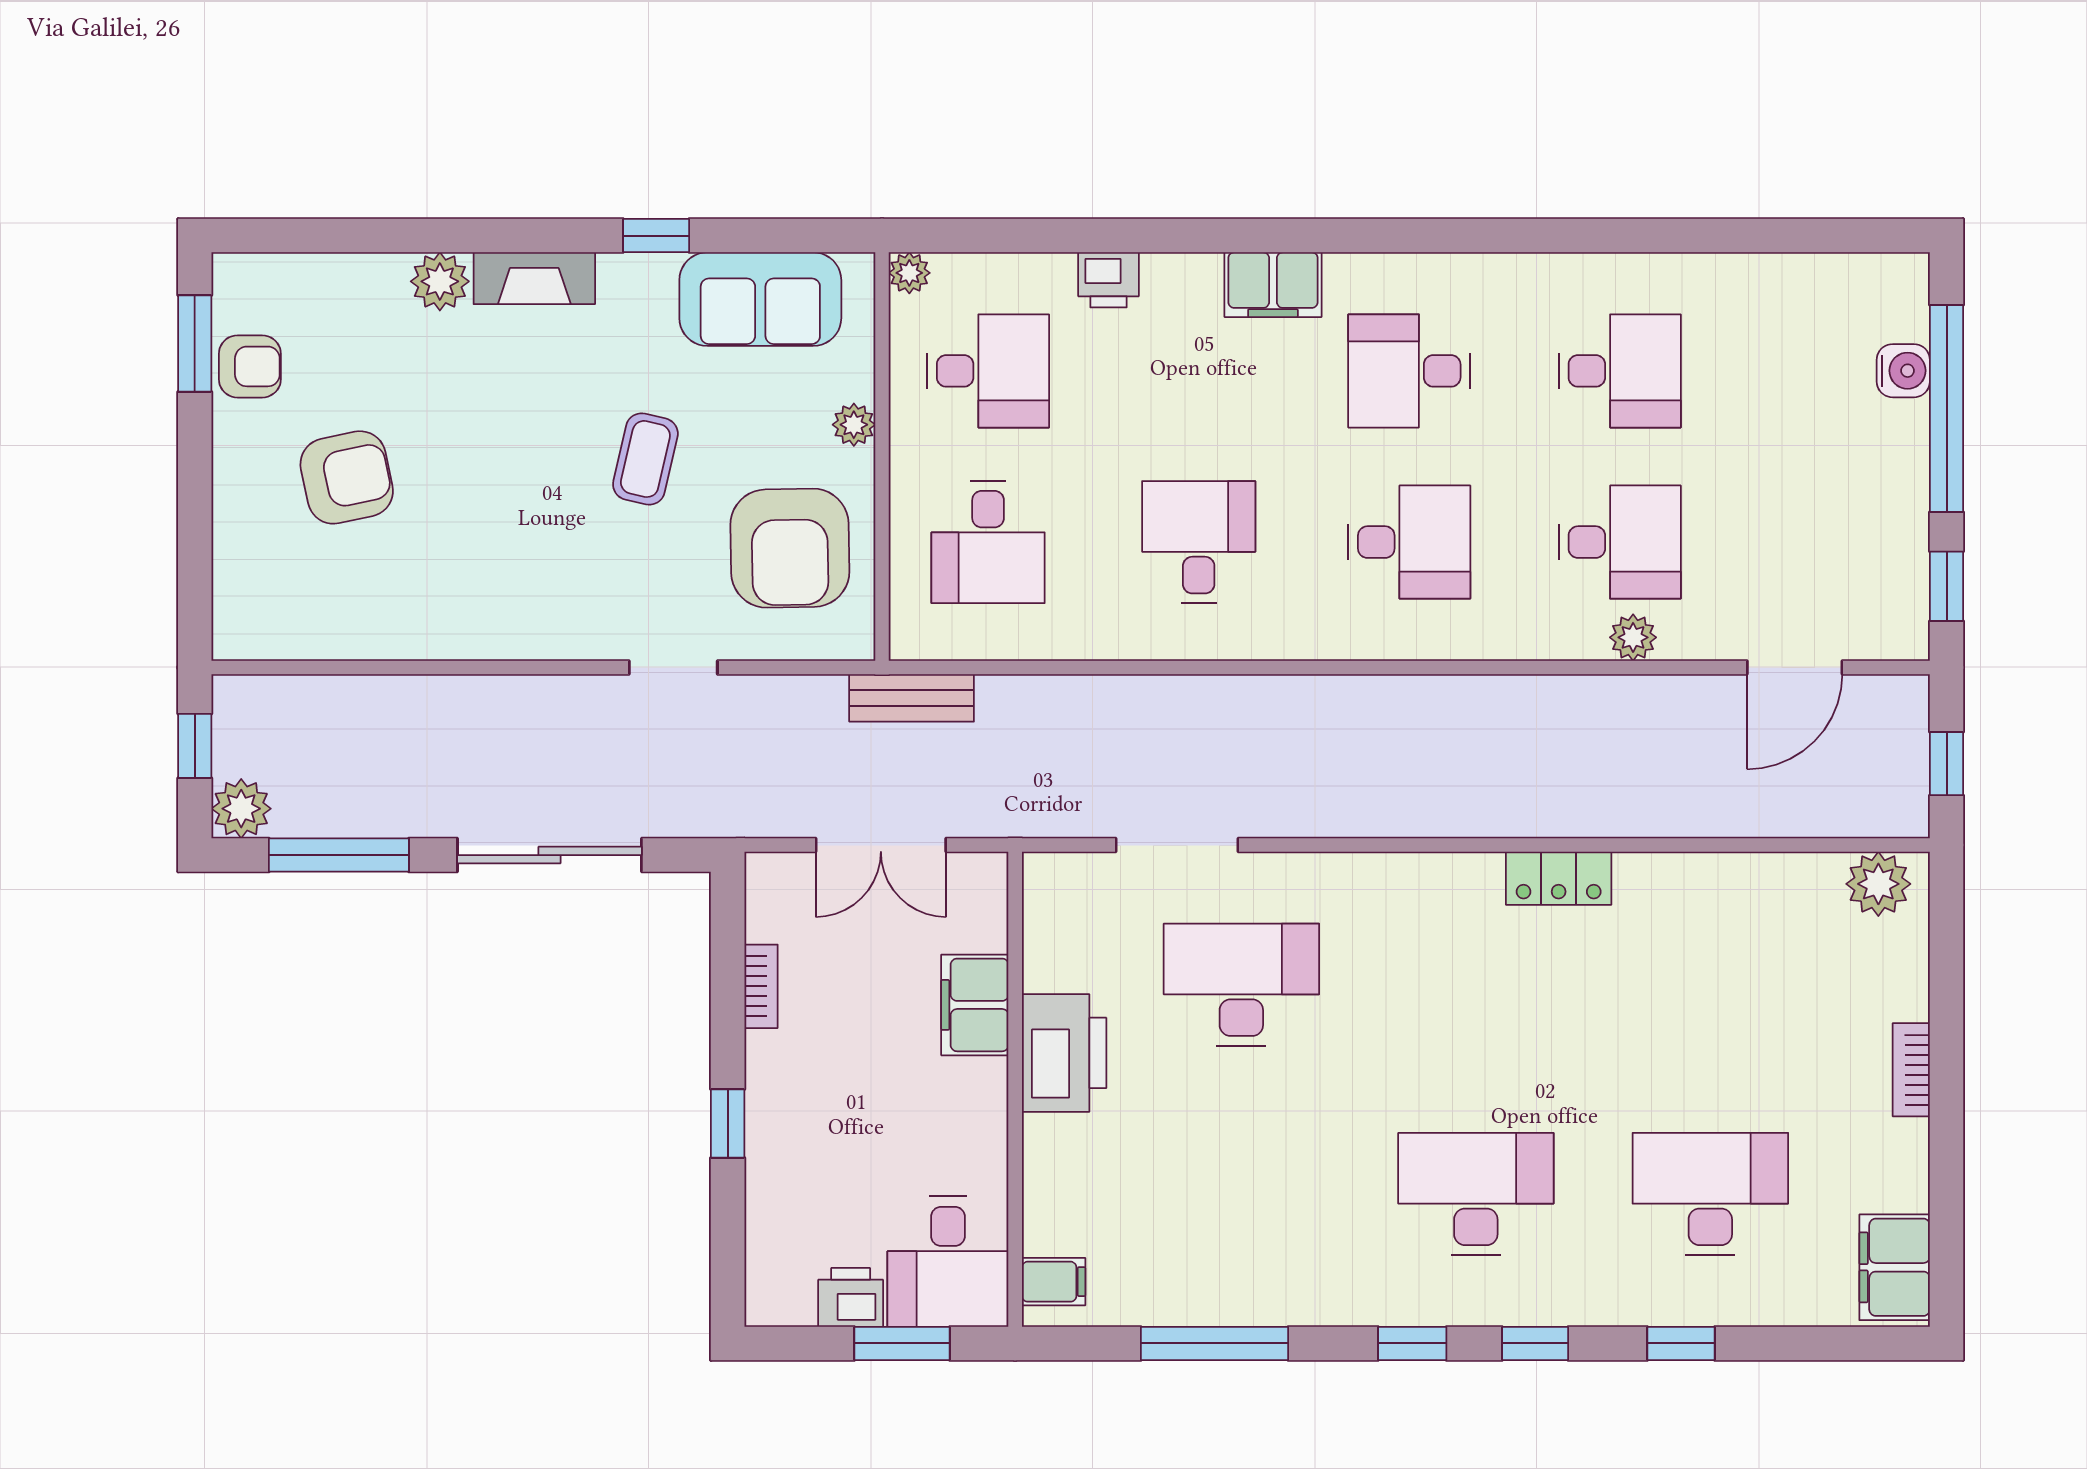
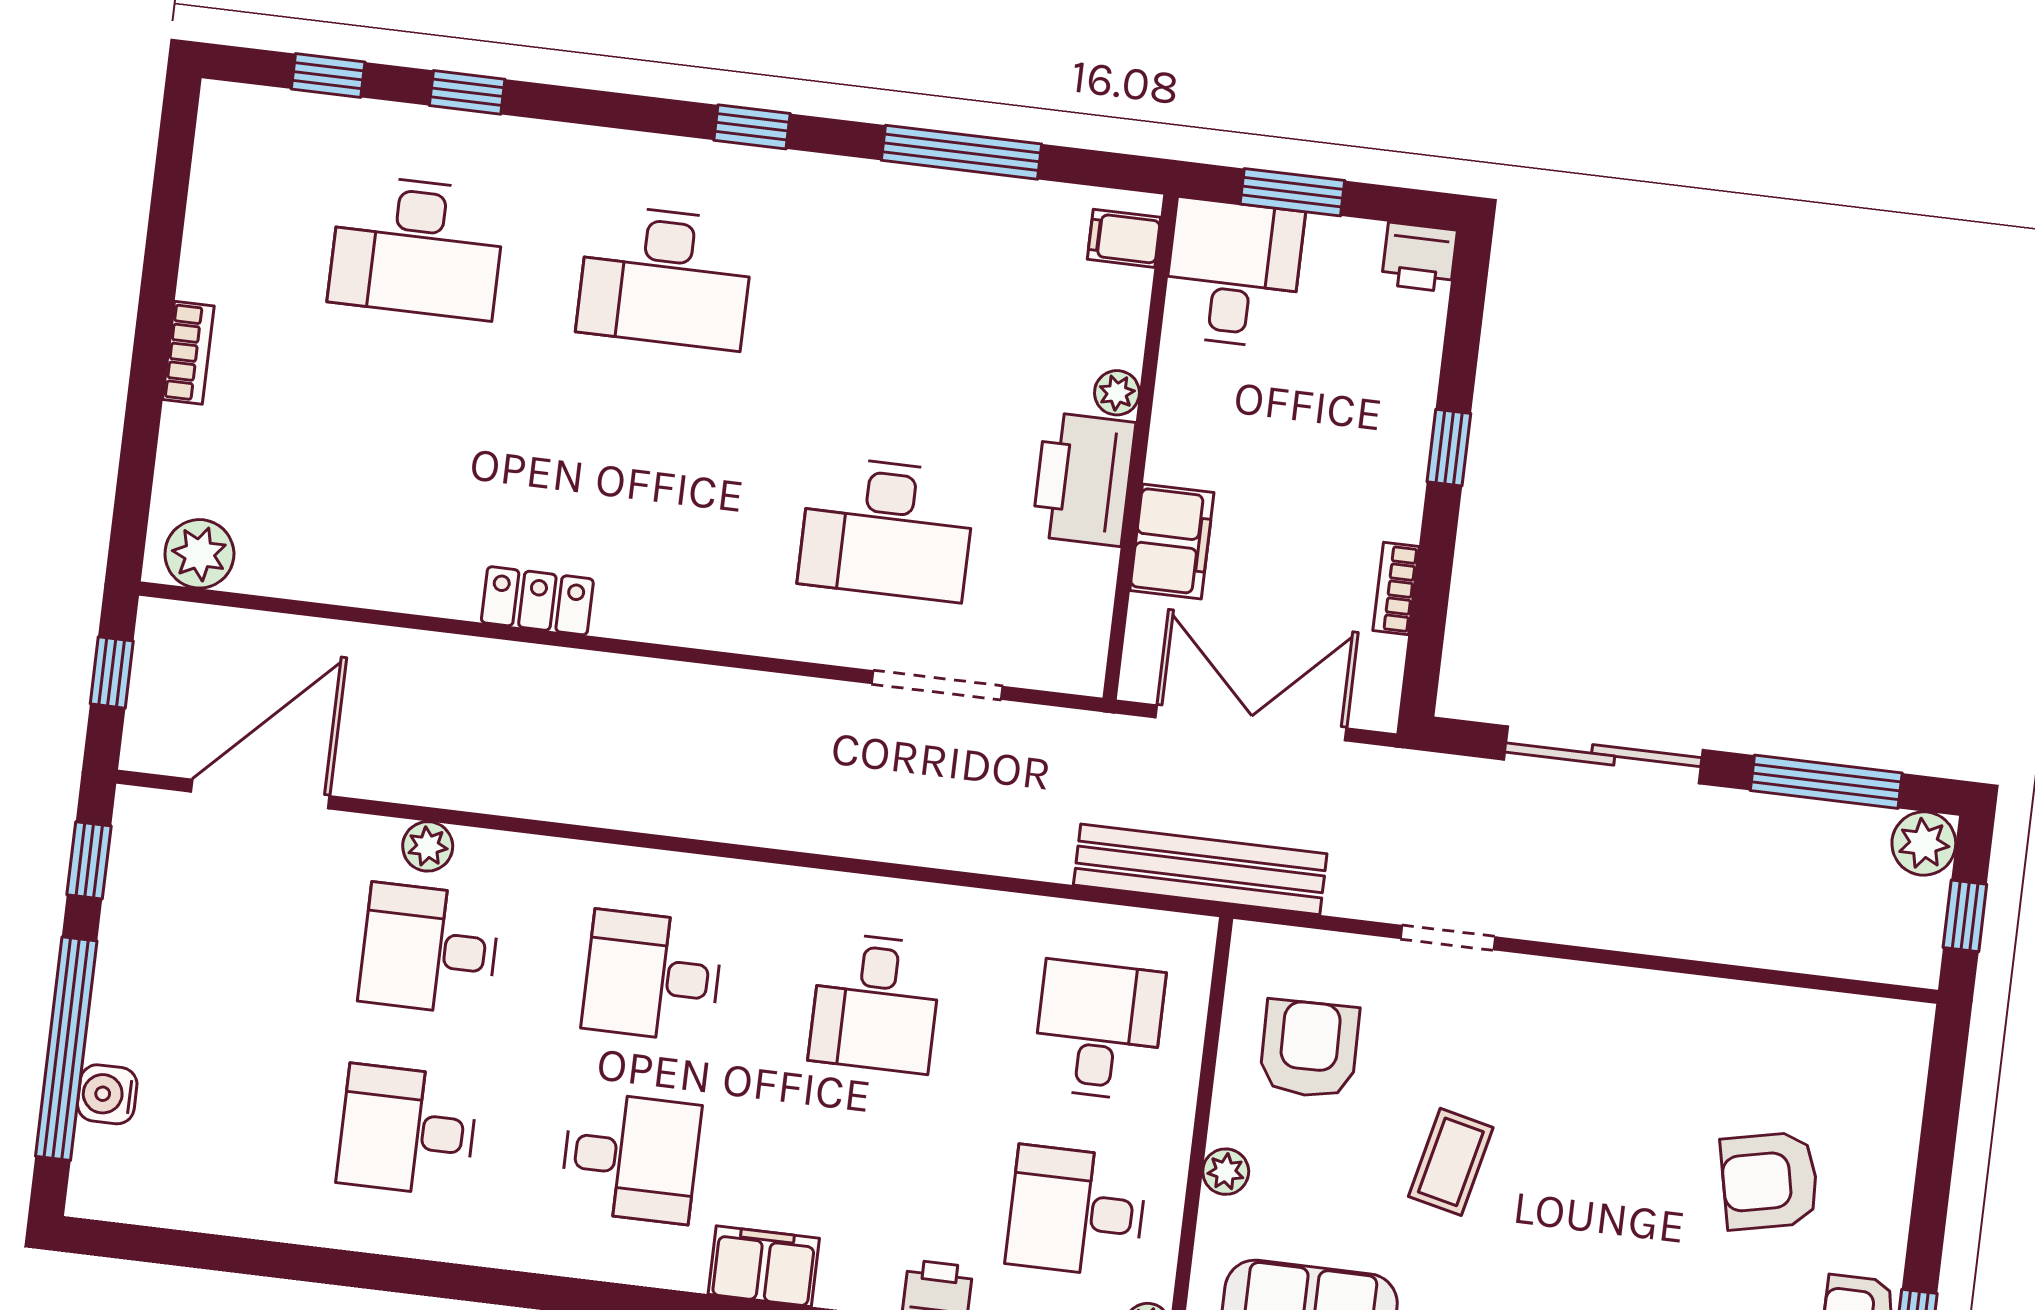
armchair: (790, 548) -> (1309, 1049), width x0.73, depth x0.73
door: (1795, 667) -> (260, 794), width x1.36
bench: (912, 698) -> (1200, 869), width x1.86, depth x1.21
double door: (881, 845) -> (1251, 723), width x1.37
plant: (1043, 1137) -> (1117, 393), added
filing cabinet: (1895, 1267) -> (231, 146), removed
printer: (851, 1297) -> (1419, 257), moved
window: (1535, 1343) -> (328, 76), moved

